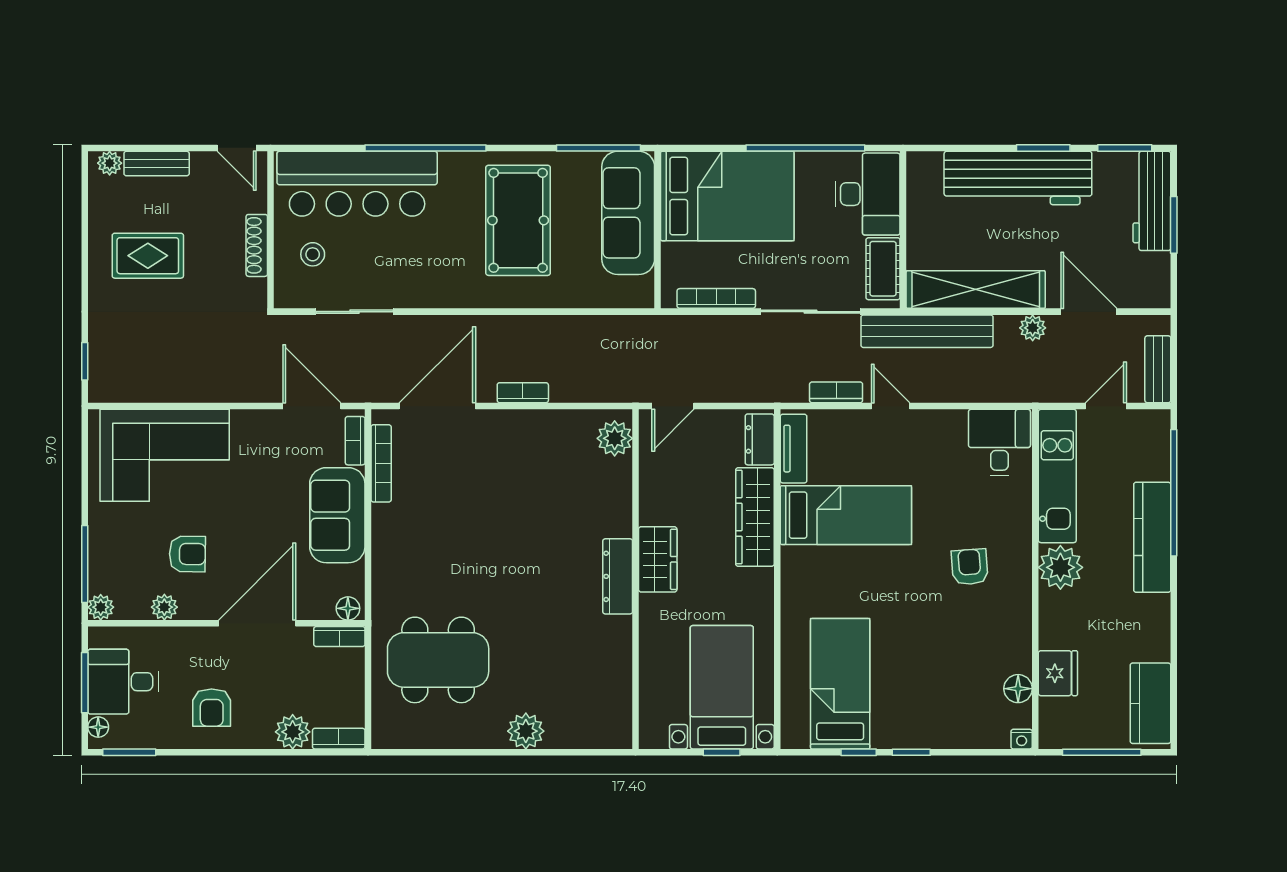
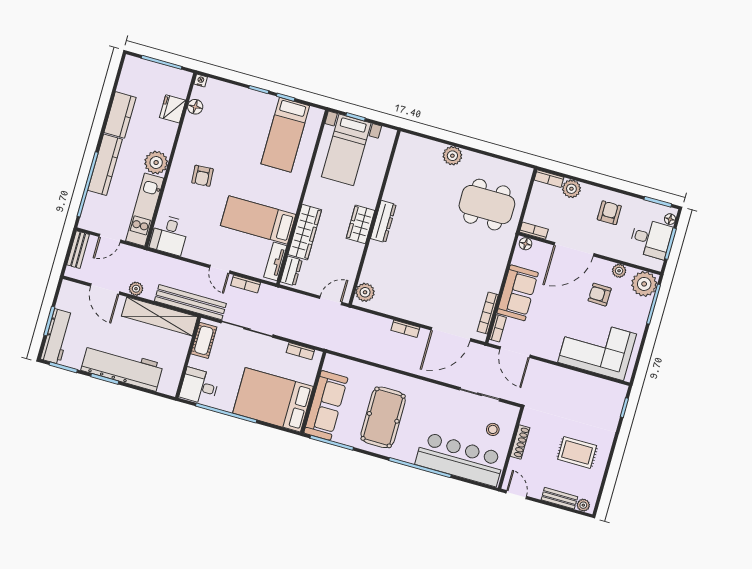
desk: (868, 194) -> (199, 386), width x0.73
bookcase: (716, 298) -> (300, 351), width x0.64
plant: (101, 607) -> (644, 284), width x1.87, depth x1.87
kitchen counter: (1150, 703) -> (120, 115), moved

